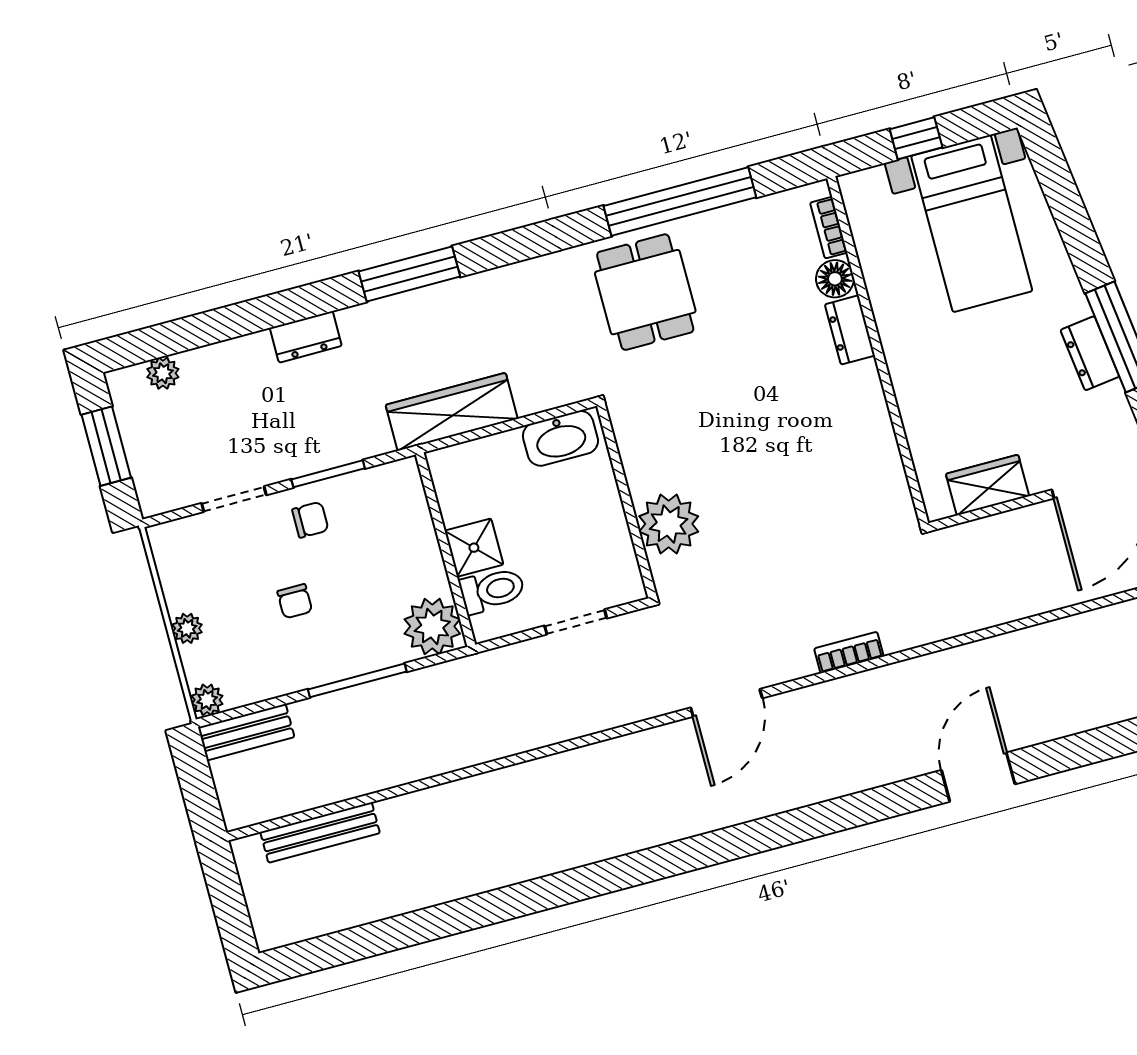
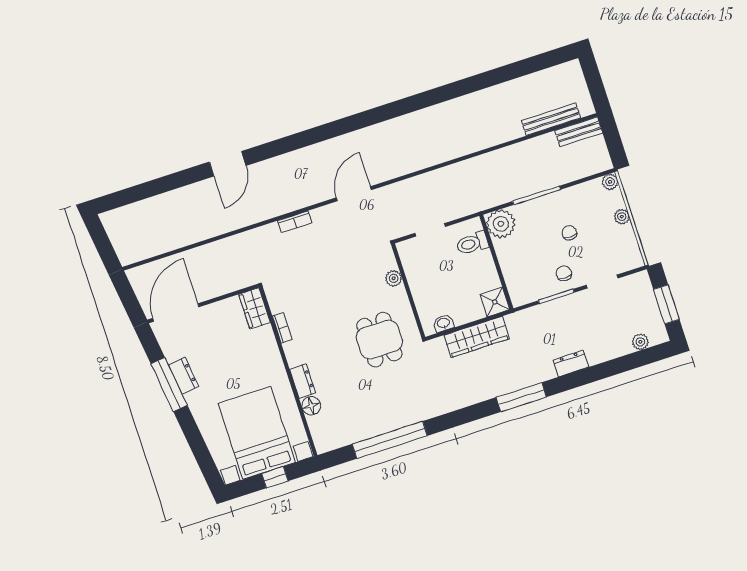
bed with nightstands: (972, 223) -> (257, 433), width x1.36
bookcase: (829, 228) -> (282, 328), moved
dining table: (645, 292) -> (379, 340), moved
wardrobe: (452, 412) -> (477, 337), moved
washbasin: (560, 438) -> (444, 323), width x0.52, depth x0.69
wardrobe: (988, 485) -> (254, 308), moved, turned 90
chair: (310, 520) -> (564, 273), turned 90
plant: (669, 524) -> (394, 278), width x0.53, depth x0.53
shower: (474, 548) -> (495, 302), moved
bench: (246, 732) -> (579, 132), moved

